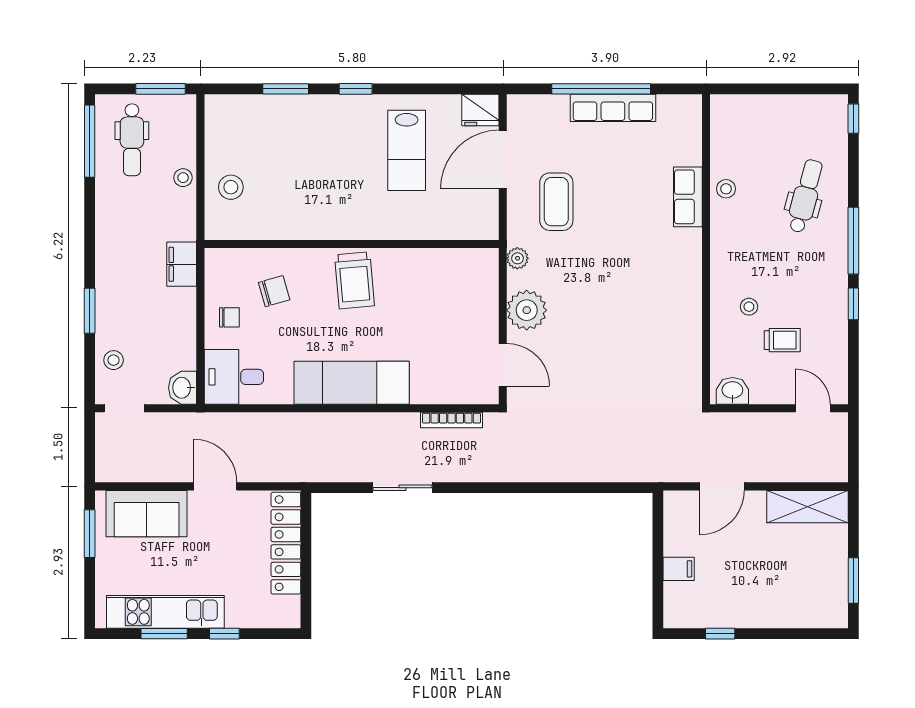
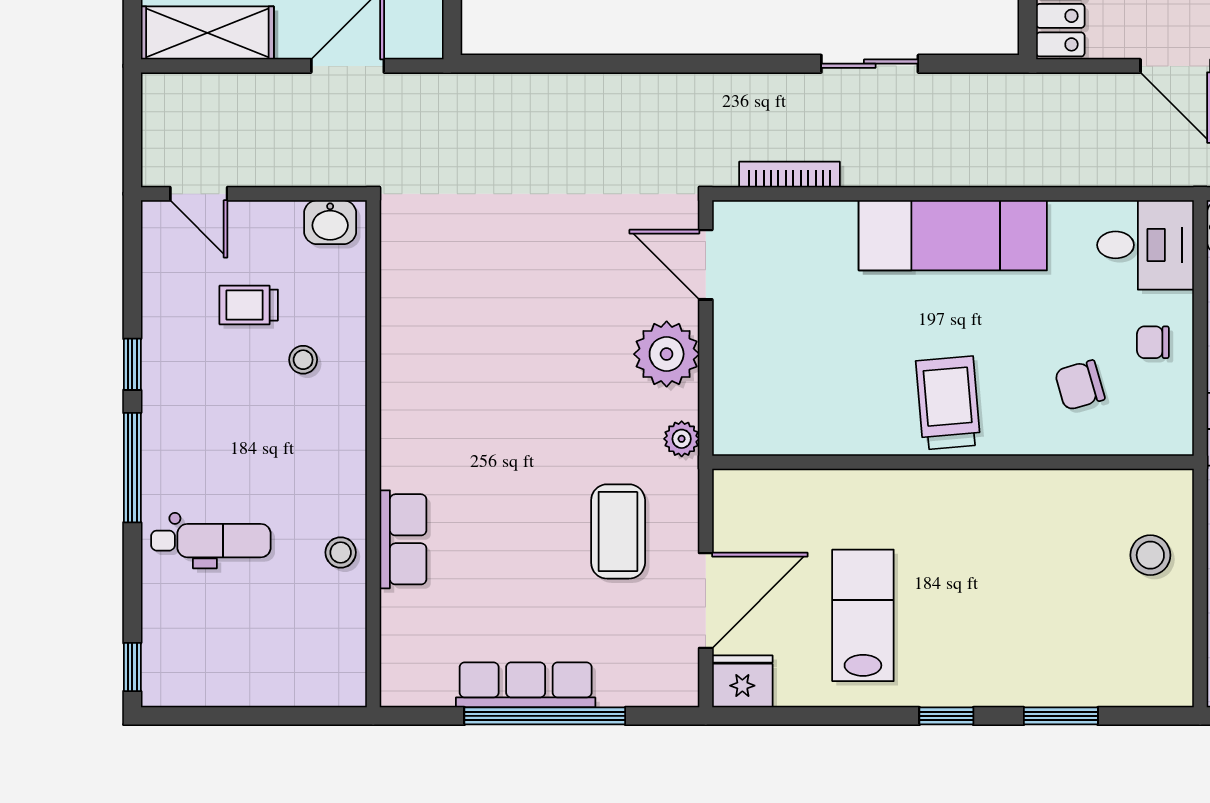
dental chair: (805, 196) -> (211, 541), turned -105

